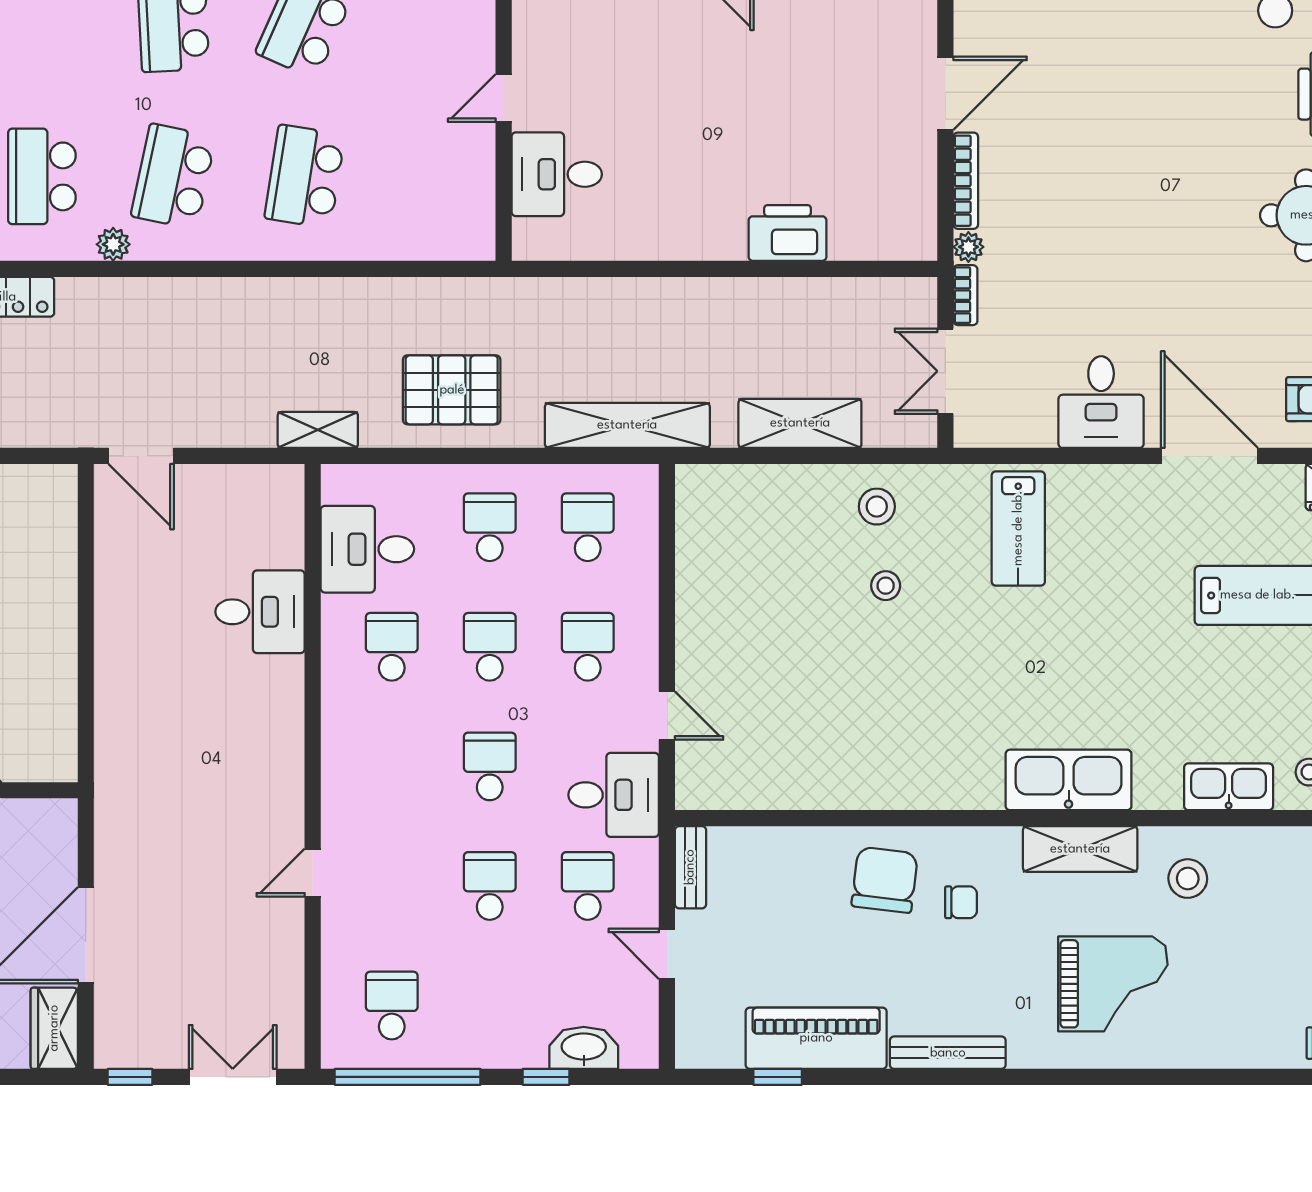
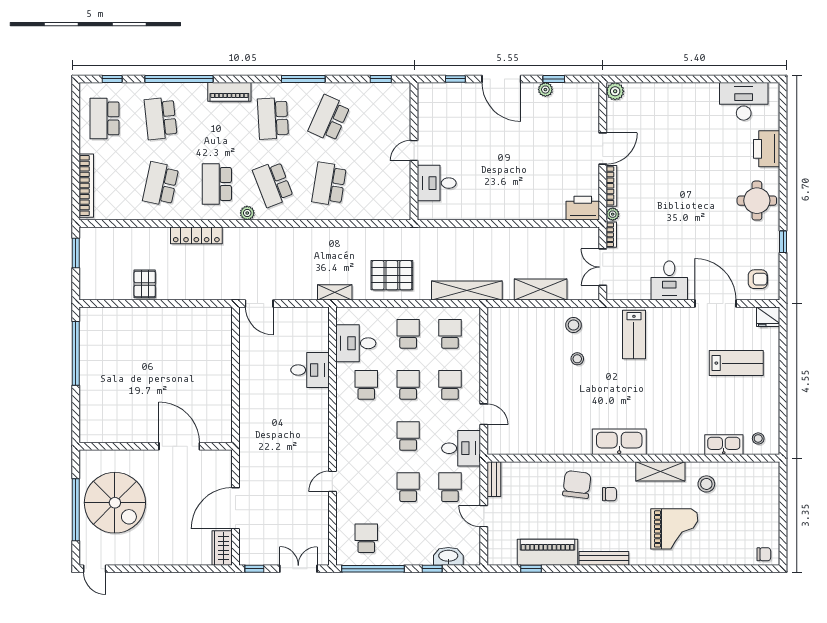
school desk: (173, 176) -> (273, 184), turned -33
printer: (788, 233) -> (583, 208), moved
kitchen sink: (1069, 780) -> (619, 442), moved

